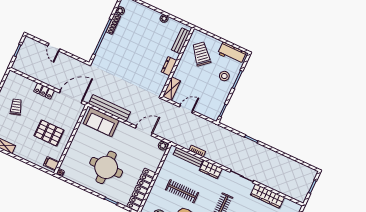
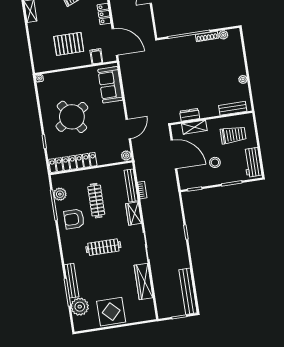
trolley: (201, 54) -> (233, 135), turned 40
dresser: (169, 66) -> (190, 115), moved
stool: (224, 76) -> (215, 162), moved
shelving: (172, 89) -> (194, 127), moved
bench: (110, 108) -> (188, 291), moved
door: (186, 109) -> (174, 154), width x1.87
door: (144, 131) -> (128, 129), hinge flipped
pallet: (49, 133) -> (69, 44), turned 90
filing cabinet: (51, 164) -> (96, 56), moved
round table: (106, 167) -> (72, 117), turned -33

